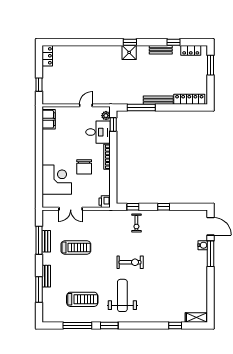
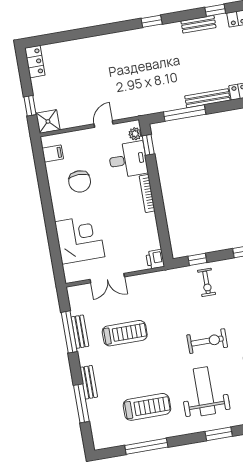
shower: (129, 52) -> (48, 121), moved
filing cabinet: (49, 119) -> (53, 153), width x0.50
chair: (84, 167) -> (80, 181), moved
window: (109, 326) -> (219, 434), moved

